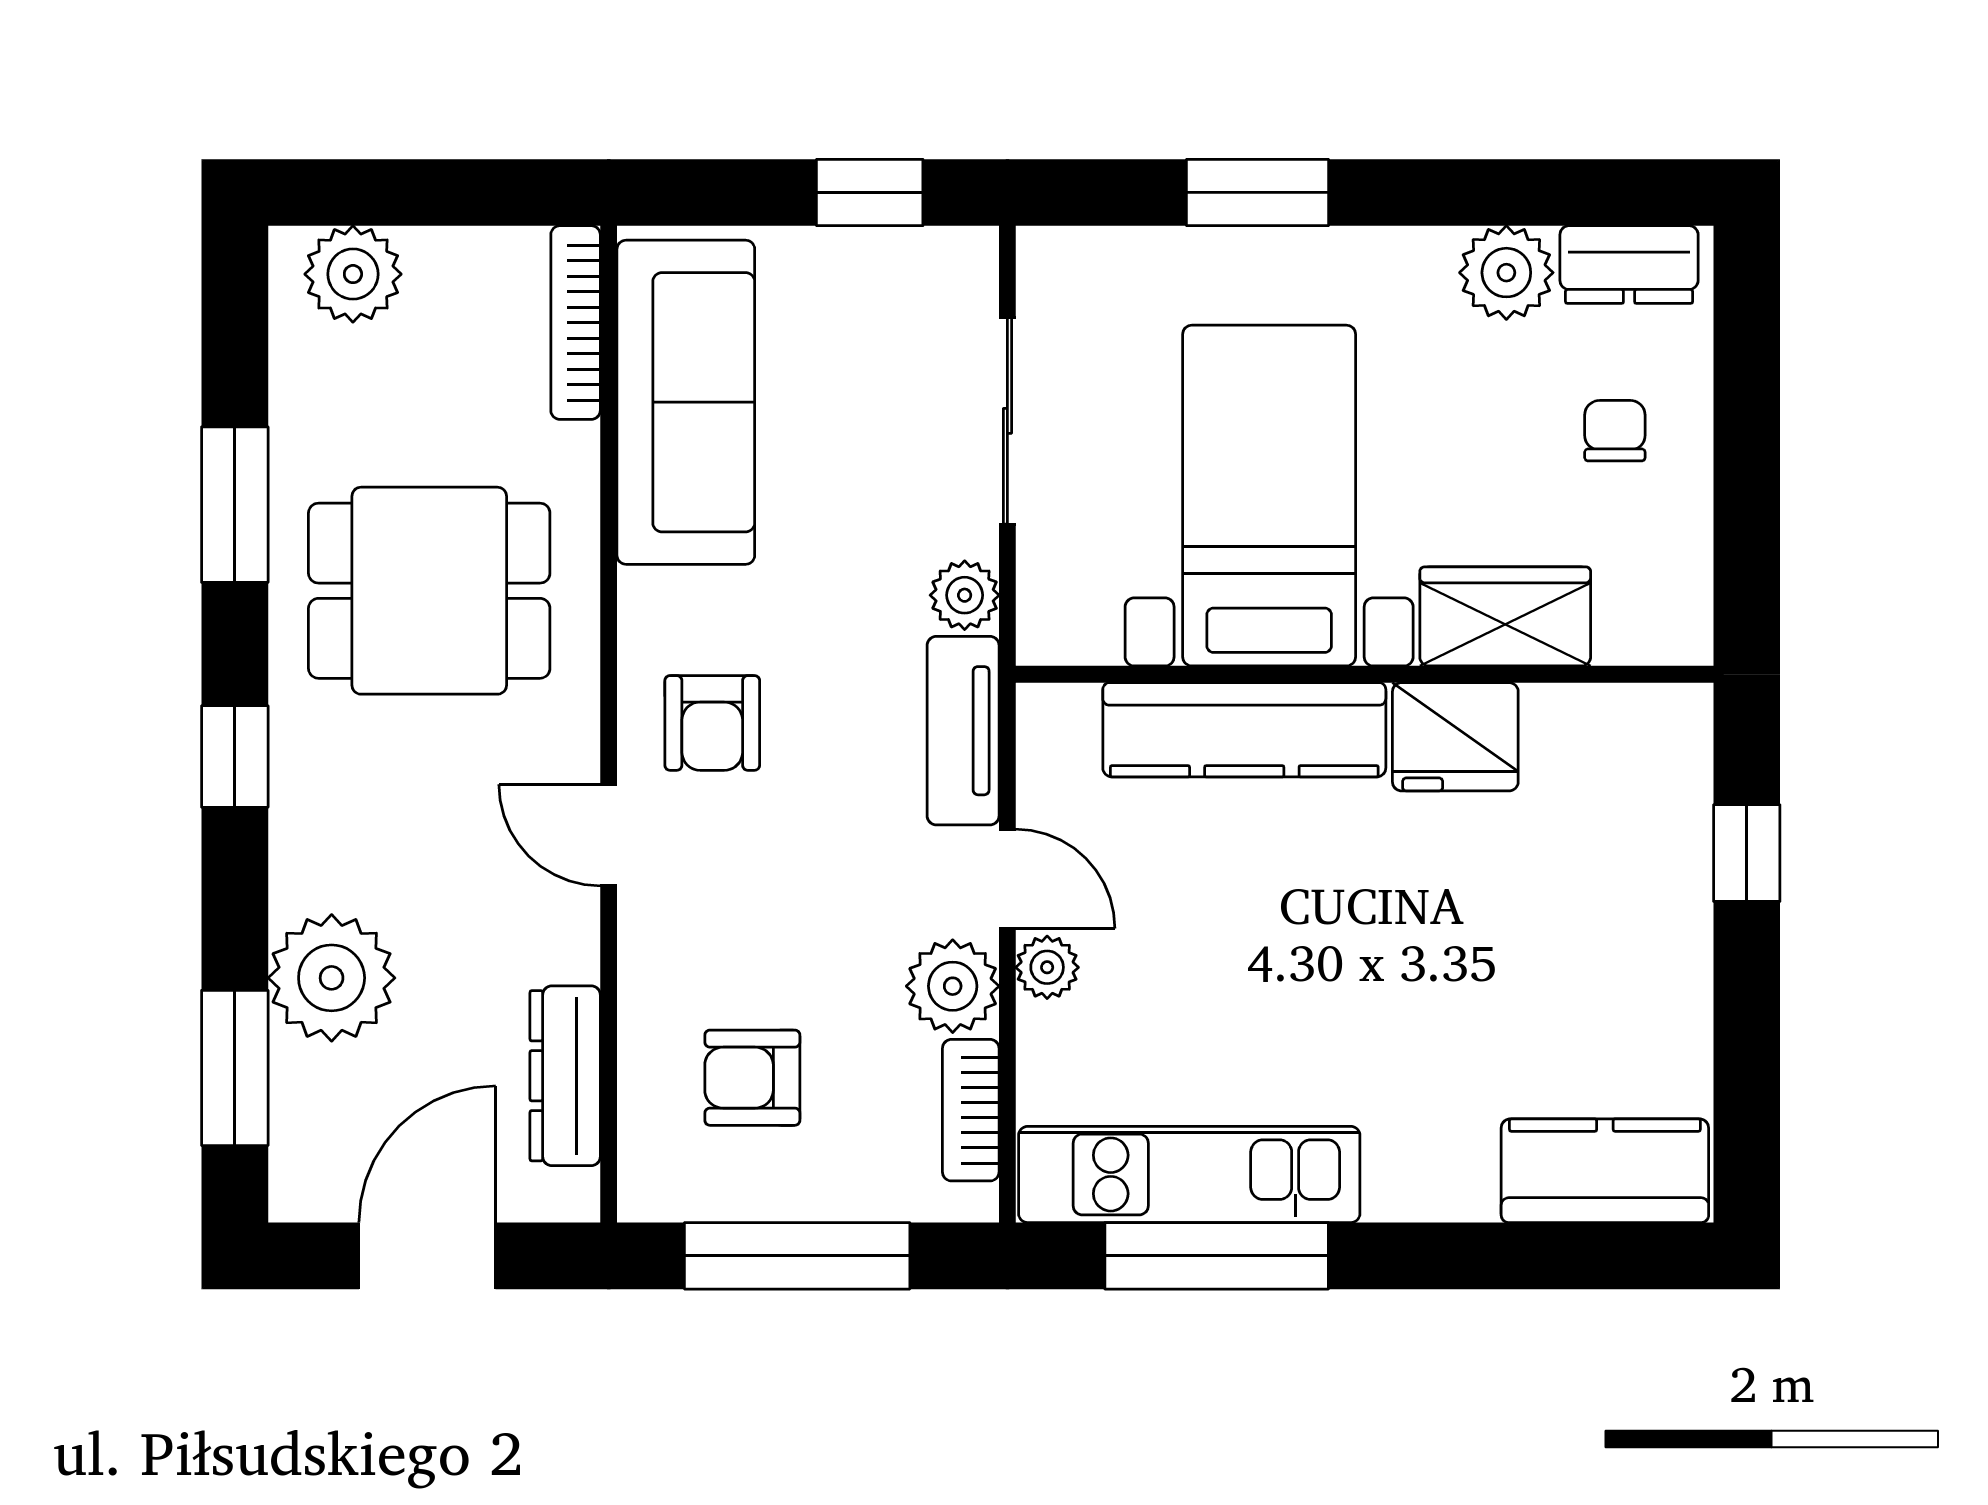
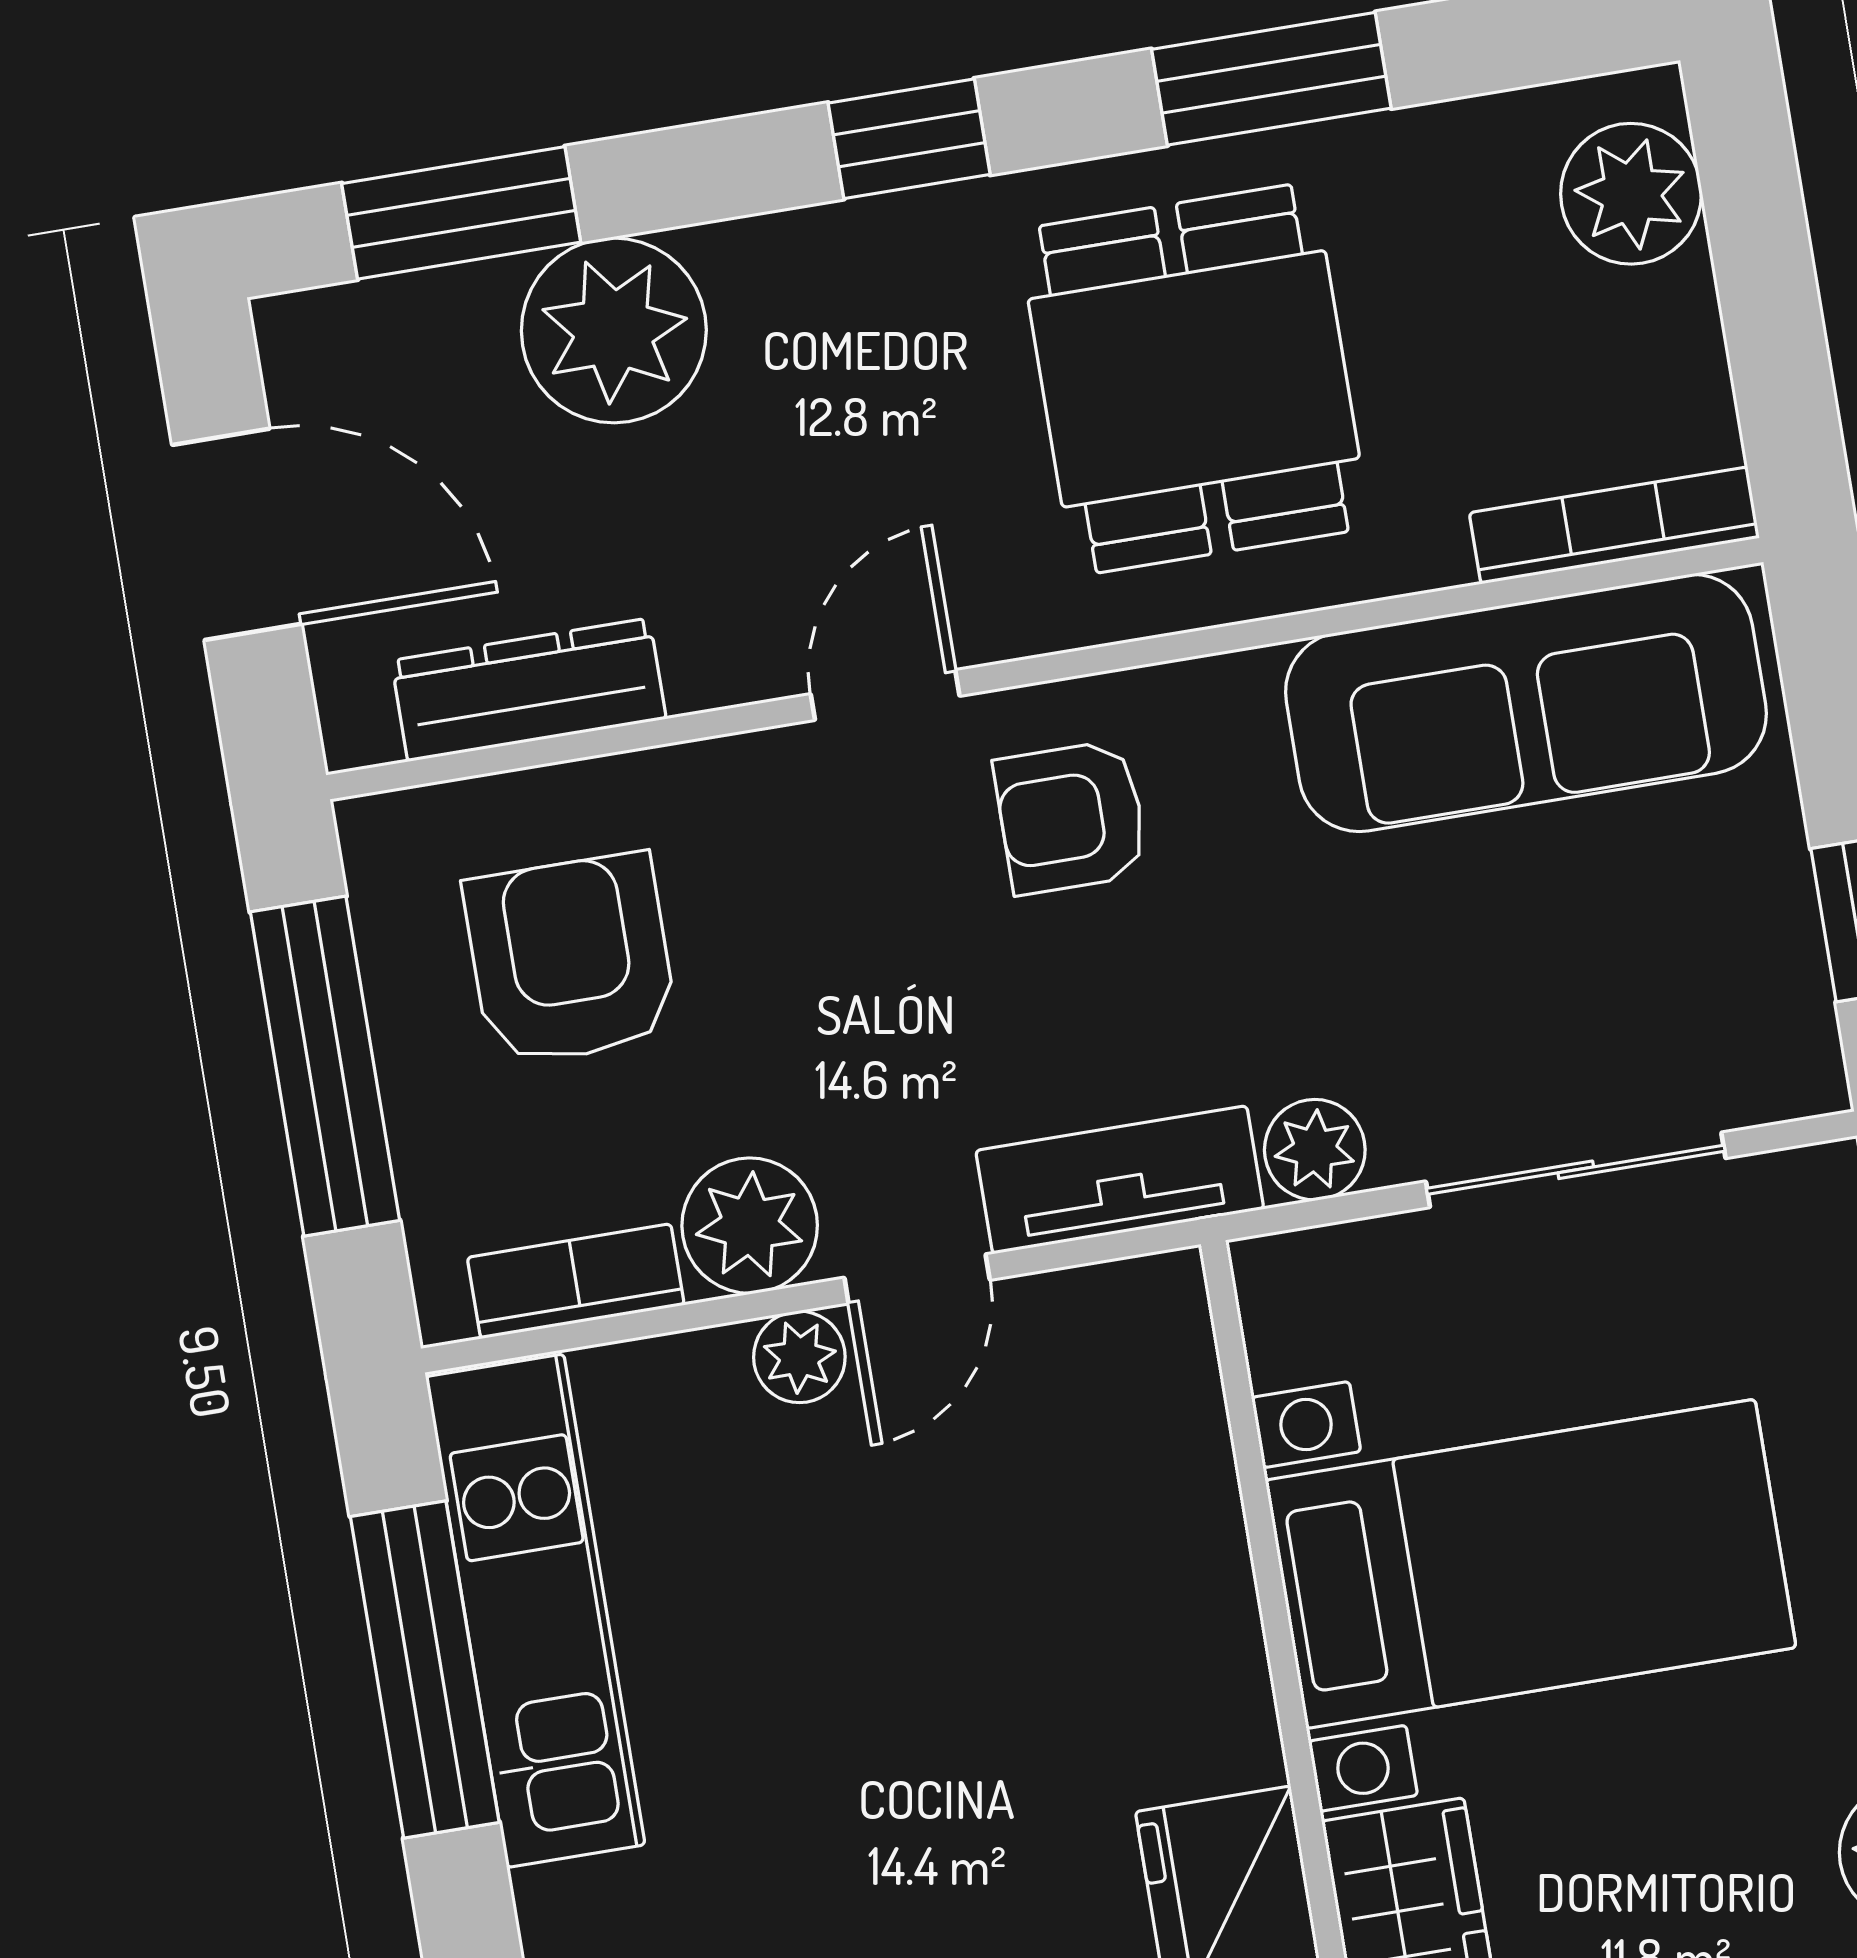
kitchen counter: (1244, 730) -> (1188, 1584), removed
armchair: (752, 1078) -> (570, 959), width x1.38, depth x1.38

